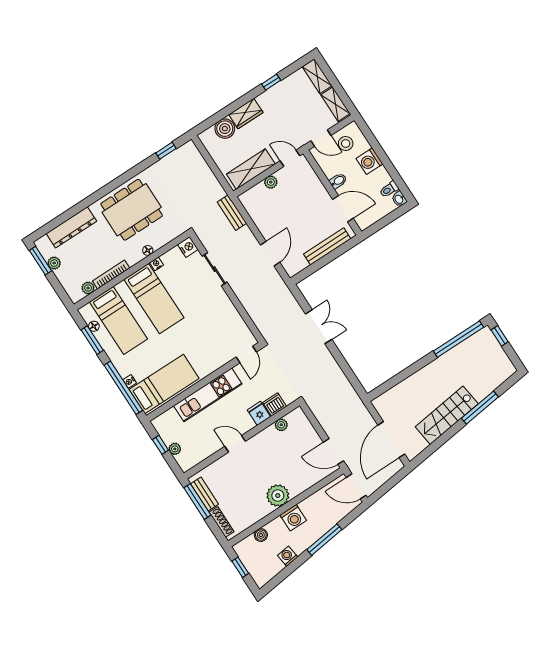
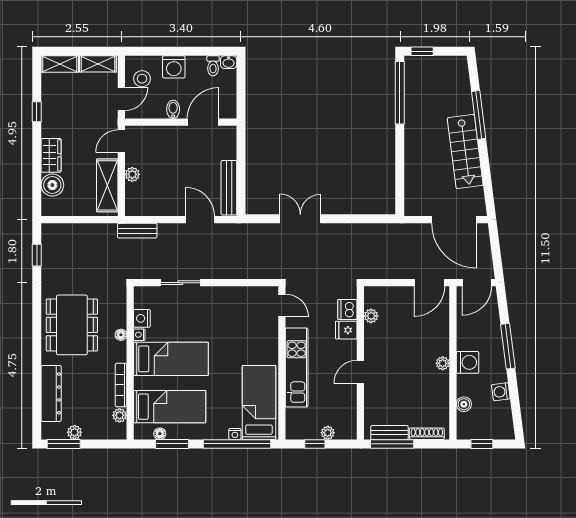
bench: (327, 246) -> (229, 188), moved
nightstand: (188, 247) -> (142, 318), moved, turned -90
plant: (278, 496) -> (443, 363), width x0.53, depth x0.53

